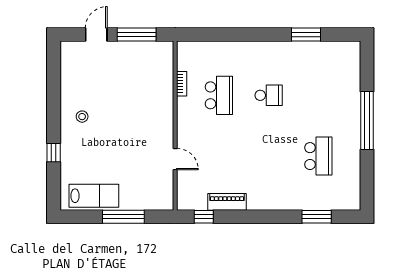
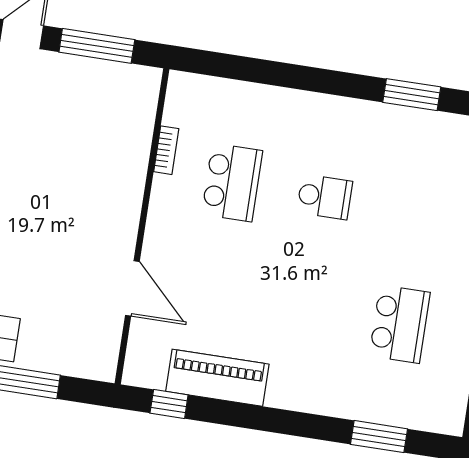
door: (175, 159) -> (132, 288), width x1.38
piano: (227, 202) -> (217, 378), width x1.37, depth x1.33

